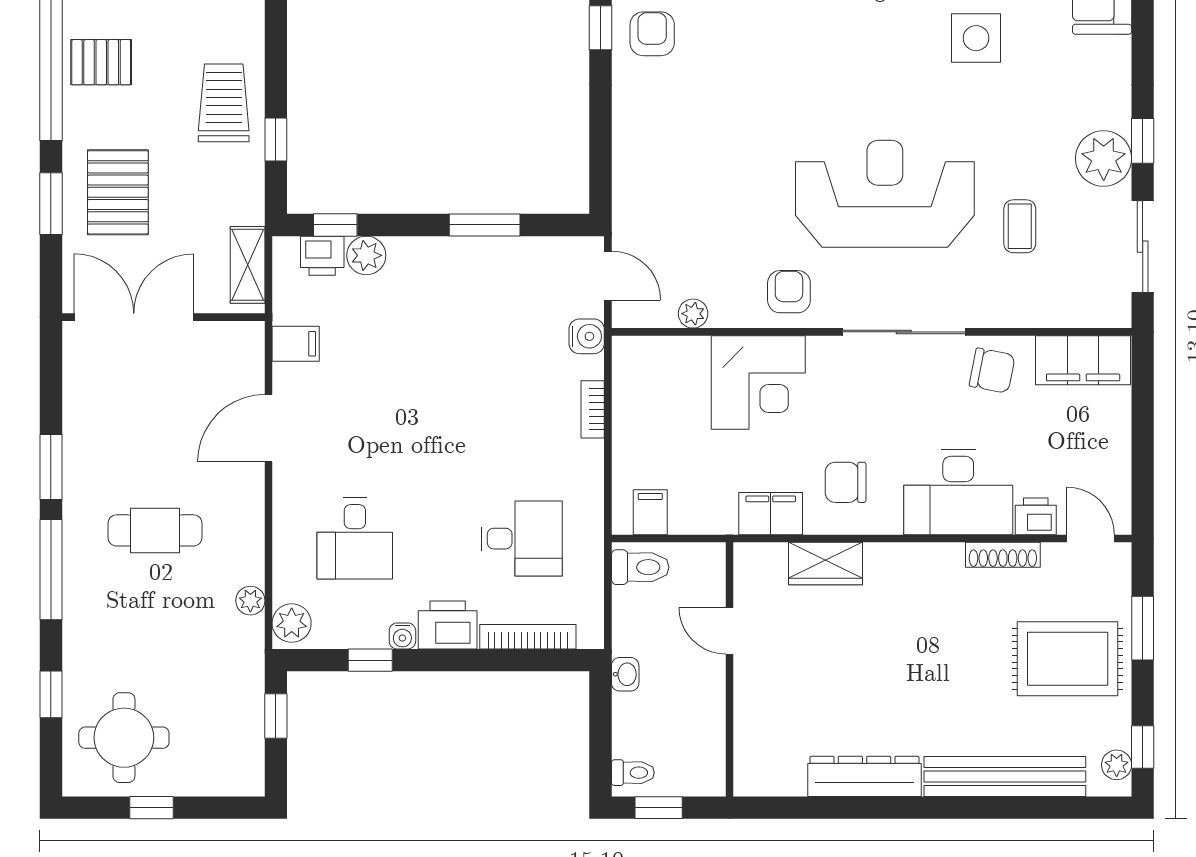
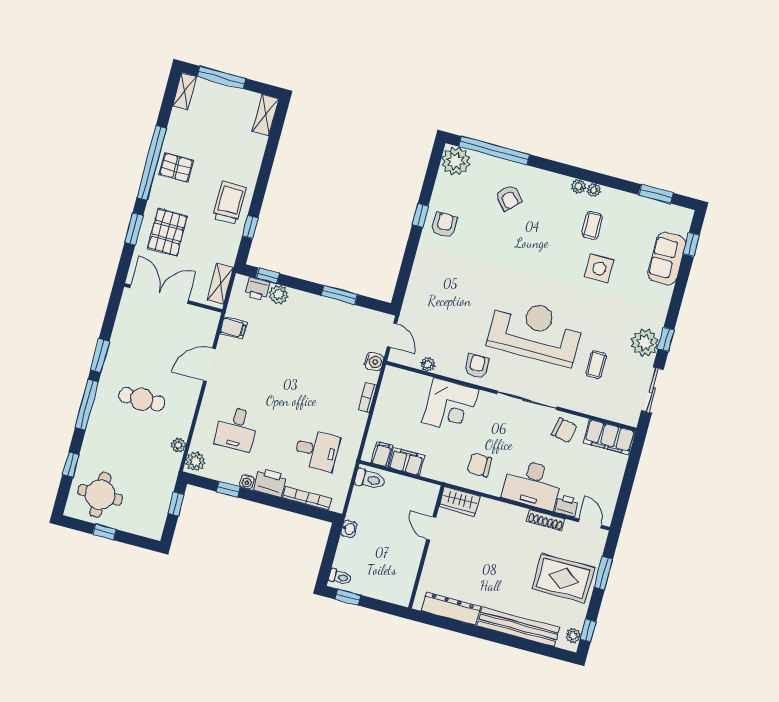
filing cabinet: (771, 514) -> (406, 462), moved
door: (730, 631) -> (431, 528), moved
wall: (730, 669) -> (426, 547), moved

